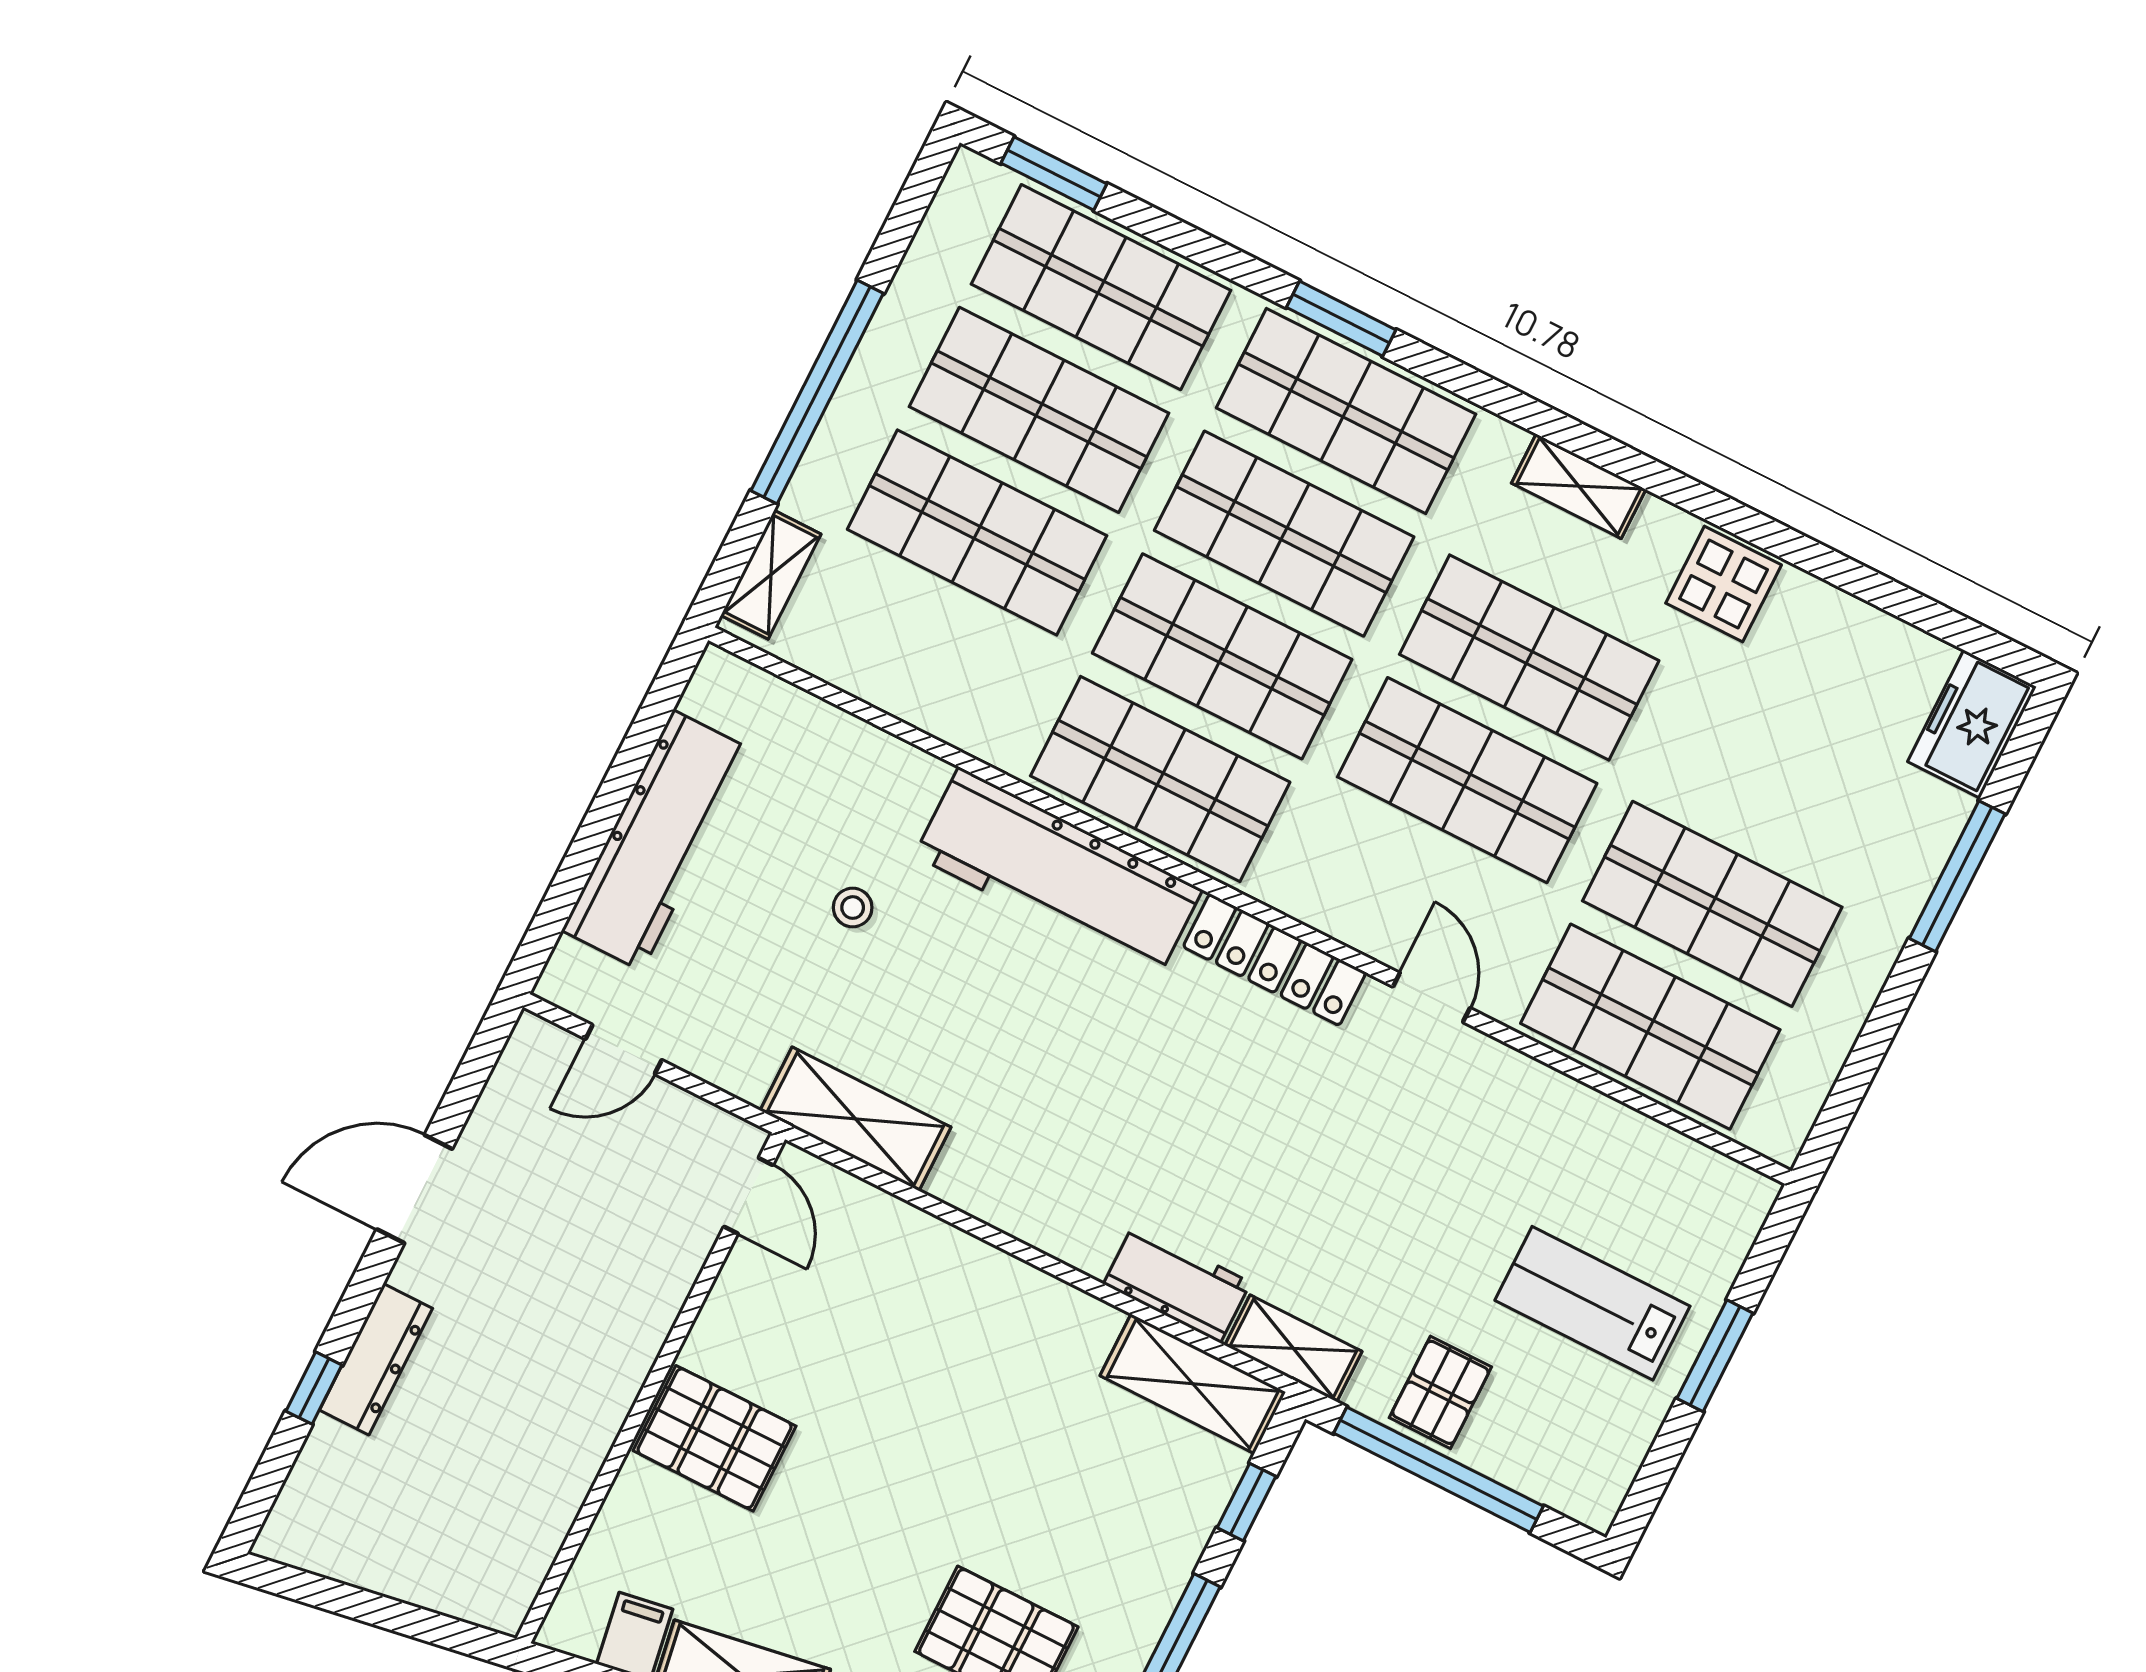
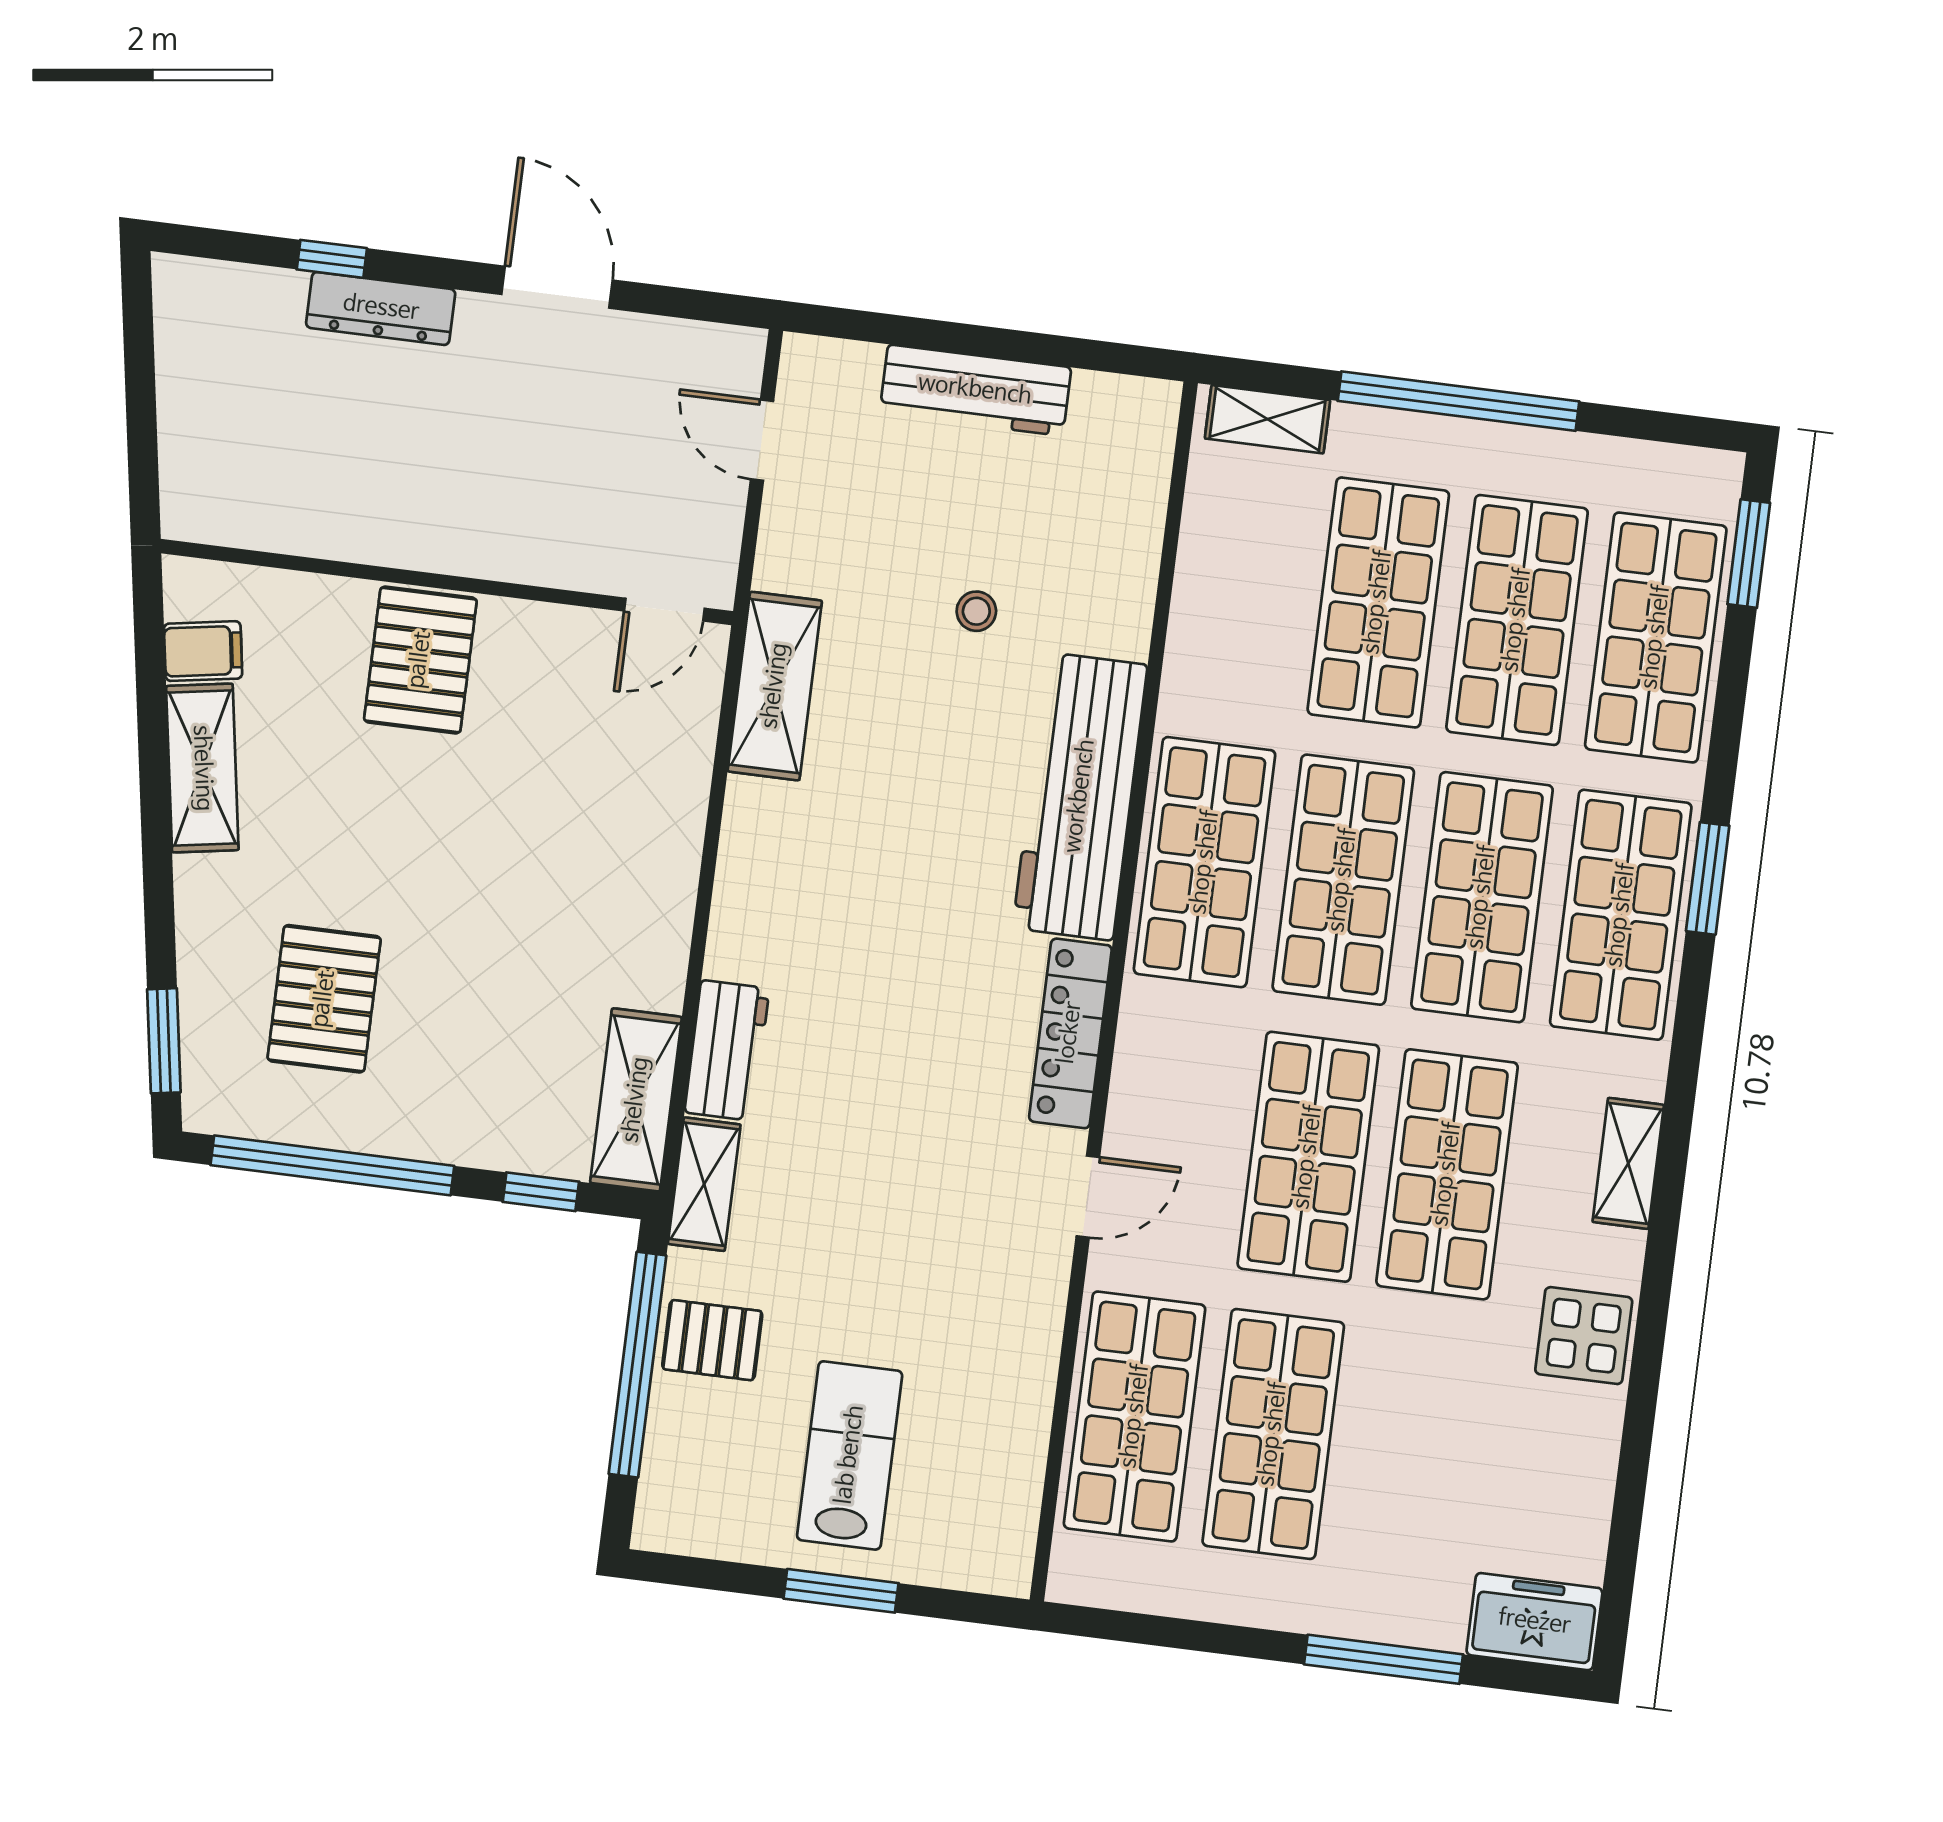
workbench: (658, 840) -> (975, 390), width x0.73, depth x0.76

